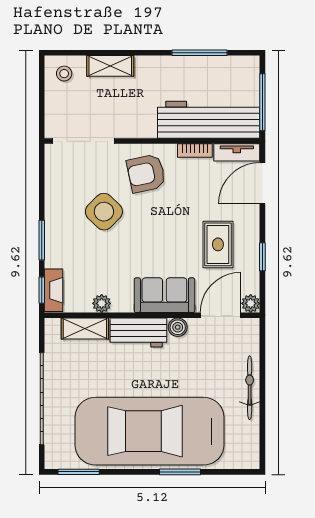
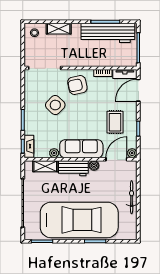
workbench: (209, 120) -> (108, 33), moved, turned 180
sofa: (164, 295) -> (81, 149), width x1.36
car: (149, 431) -> (79, 220), turned 180

